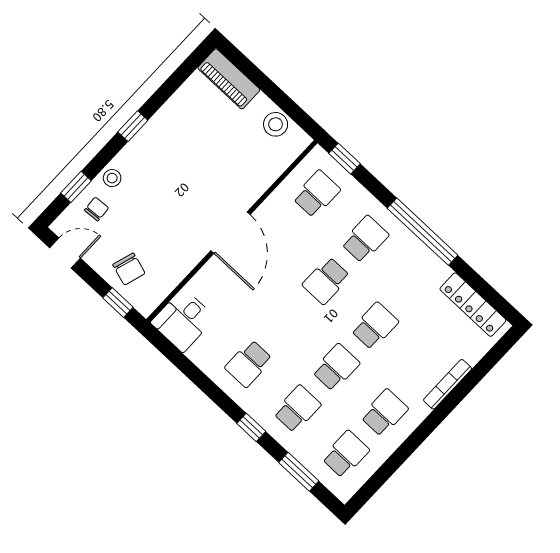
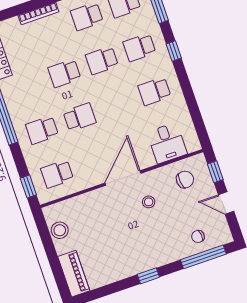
stool: (112, 178) -> (149, 202), moved
window: (76, 187) -> (203, 257), width x2.17
door: (65, 253) -> (226, 203), moved
chair: (129, 269) -> (185, 180), moved, turned 67
desk: (183, 320) -> (167, 143), moved, turned 90
school desk: (249, 363) -> (154, 91), turned 180

